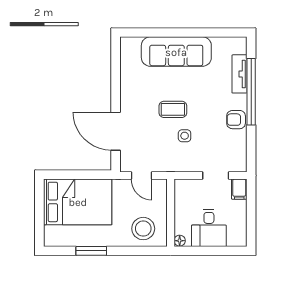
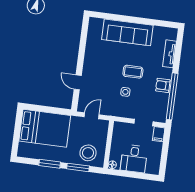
window: (251, 92) -> (172, 96), moved
coffee table: (173, 109) -> (133, 72), moved
door: (116, 131) -> (78, 82), width x0.53
door: (141, 176) -> (92, 116), swing flipped
window: (132, 251) -> (78, 167), added

